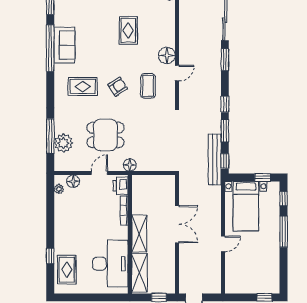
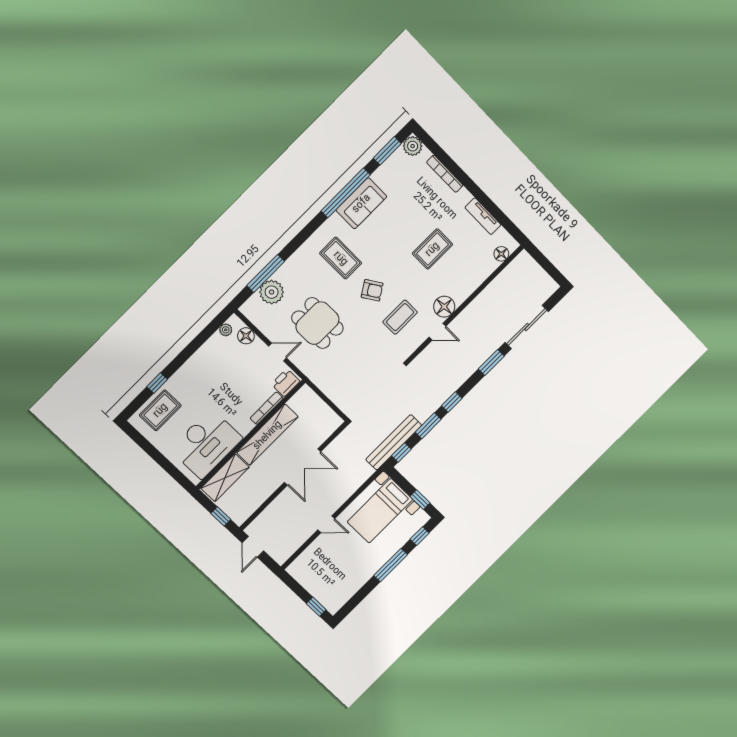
floor lamp: (130, 165) -> (313, 372), removed
shelving: (139, 234) -> (267, 435), width x1.47

